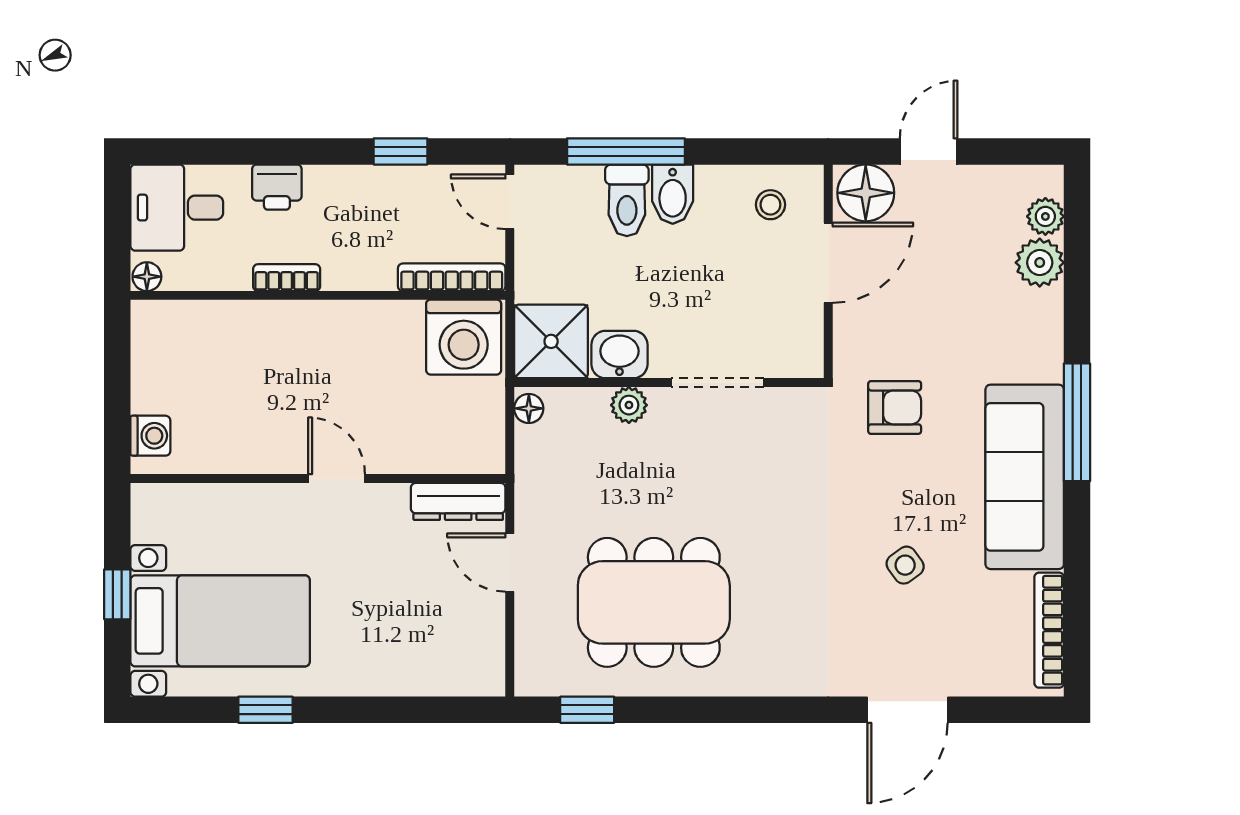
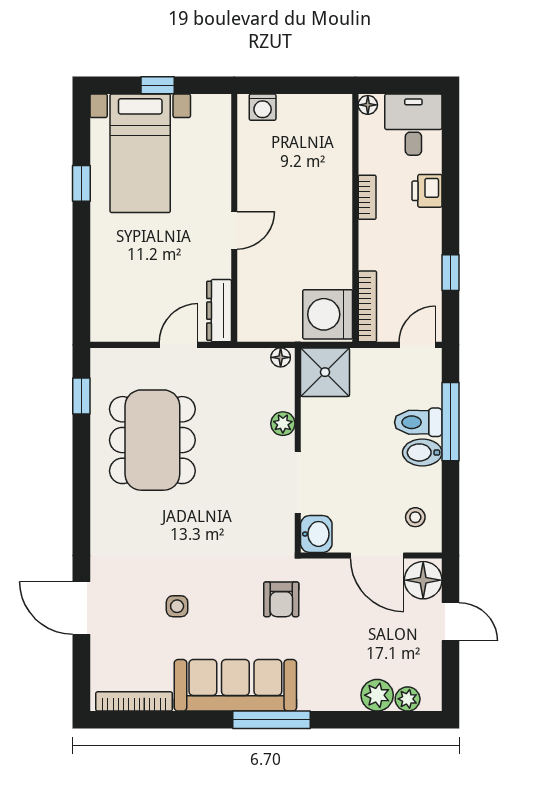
washbasin: (619, 355) -> (316, 534), moved
side table: (905, 565) -> (177, 606), turned 36

